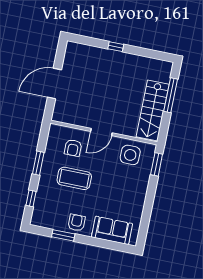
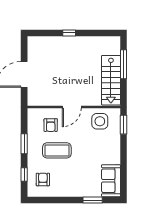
armchair: (77, 223) -> (43, 179), moved
sofa: (112, 230) -> (111, 181), moved, turned -90
window: (63, 235) -> (93, 200), moved

